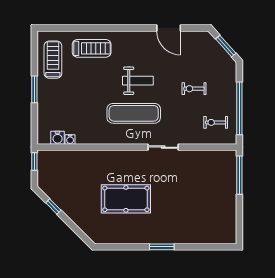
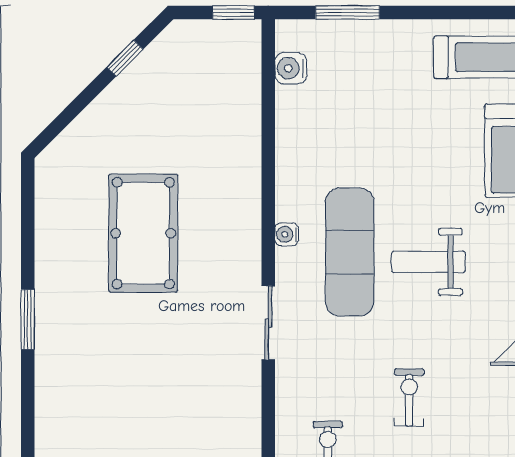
weight bench: (138, 81) -> (428, 262), turned 90
window: (34, 89) -> (348, 12), moved
water cooler: (70, 139) -> (287, 234), moved

